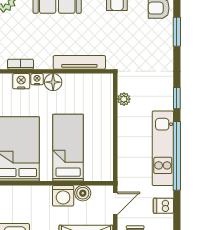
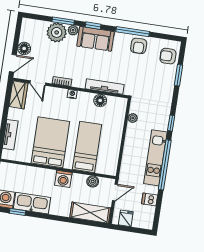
nightstand: (21, 81) -> (61, 94), removed
floor lamp: (53, 82) -> (100, 100), moved
washing machine: (63, 196) -> (63, 179), moved

